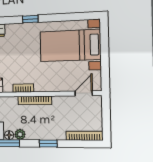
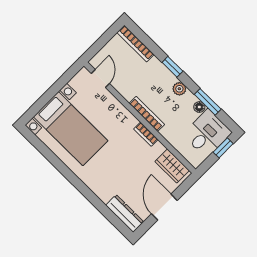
window: (30, 19) -> (80, 186), removed
door: (84, 93) -> (100, 79), swing flipped
plant: (20, 134) -> (179, 89), moved

